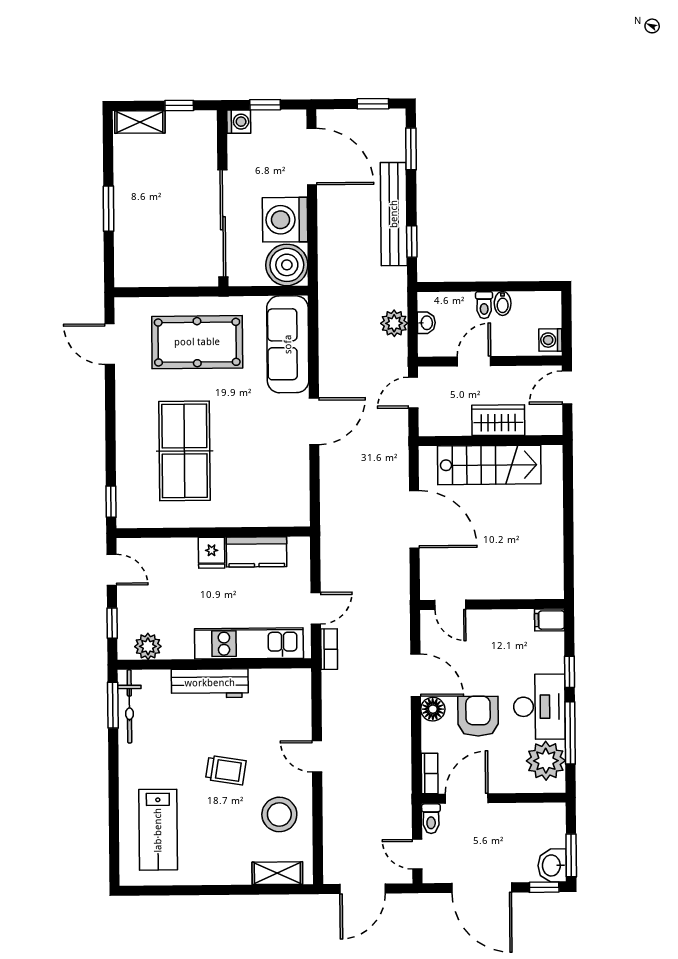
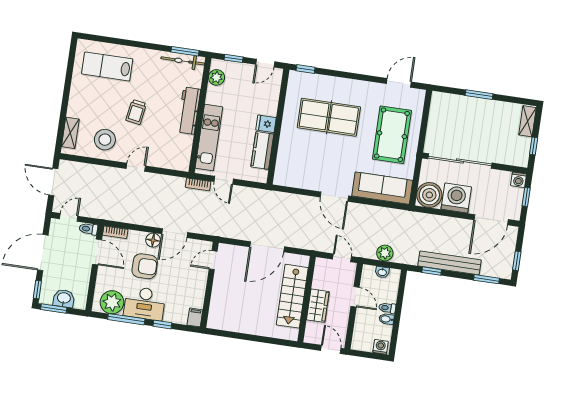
washing machine: (550, 340) -> (381, 347), moved
washbasin: (552, 865) -> (64, 298), moved

